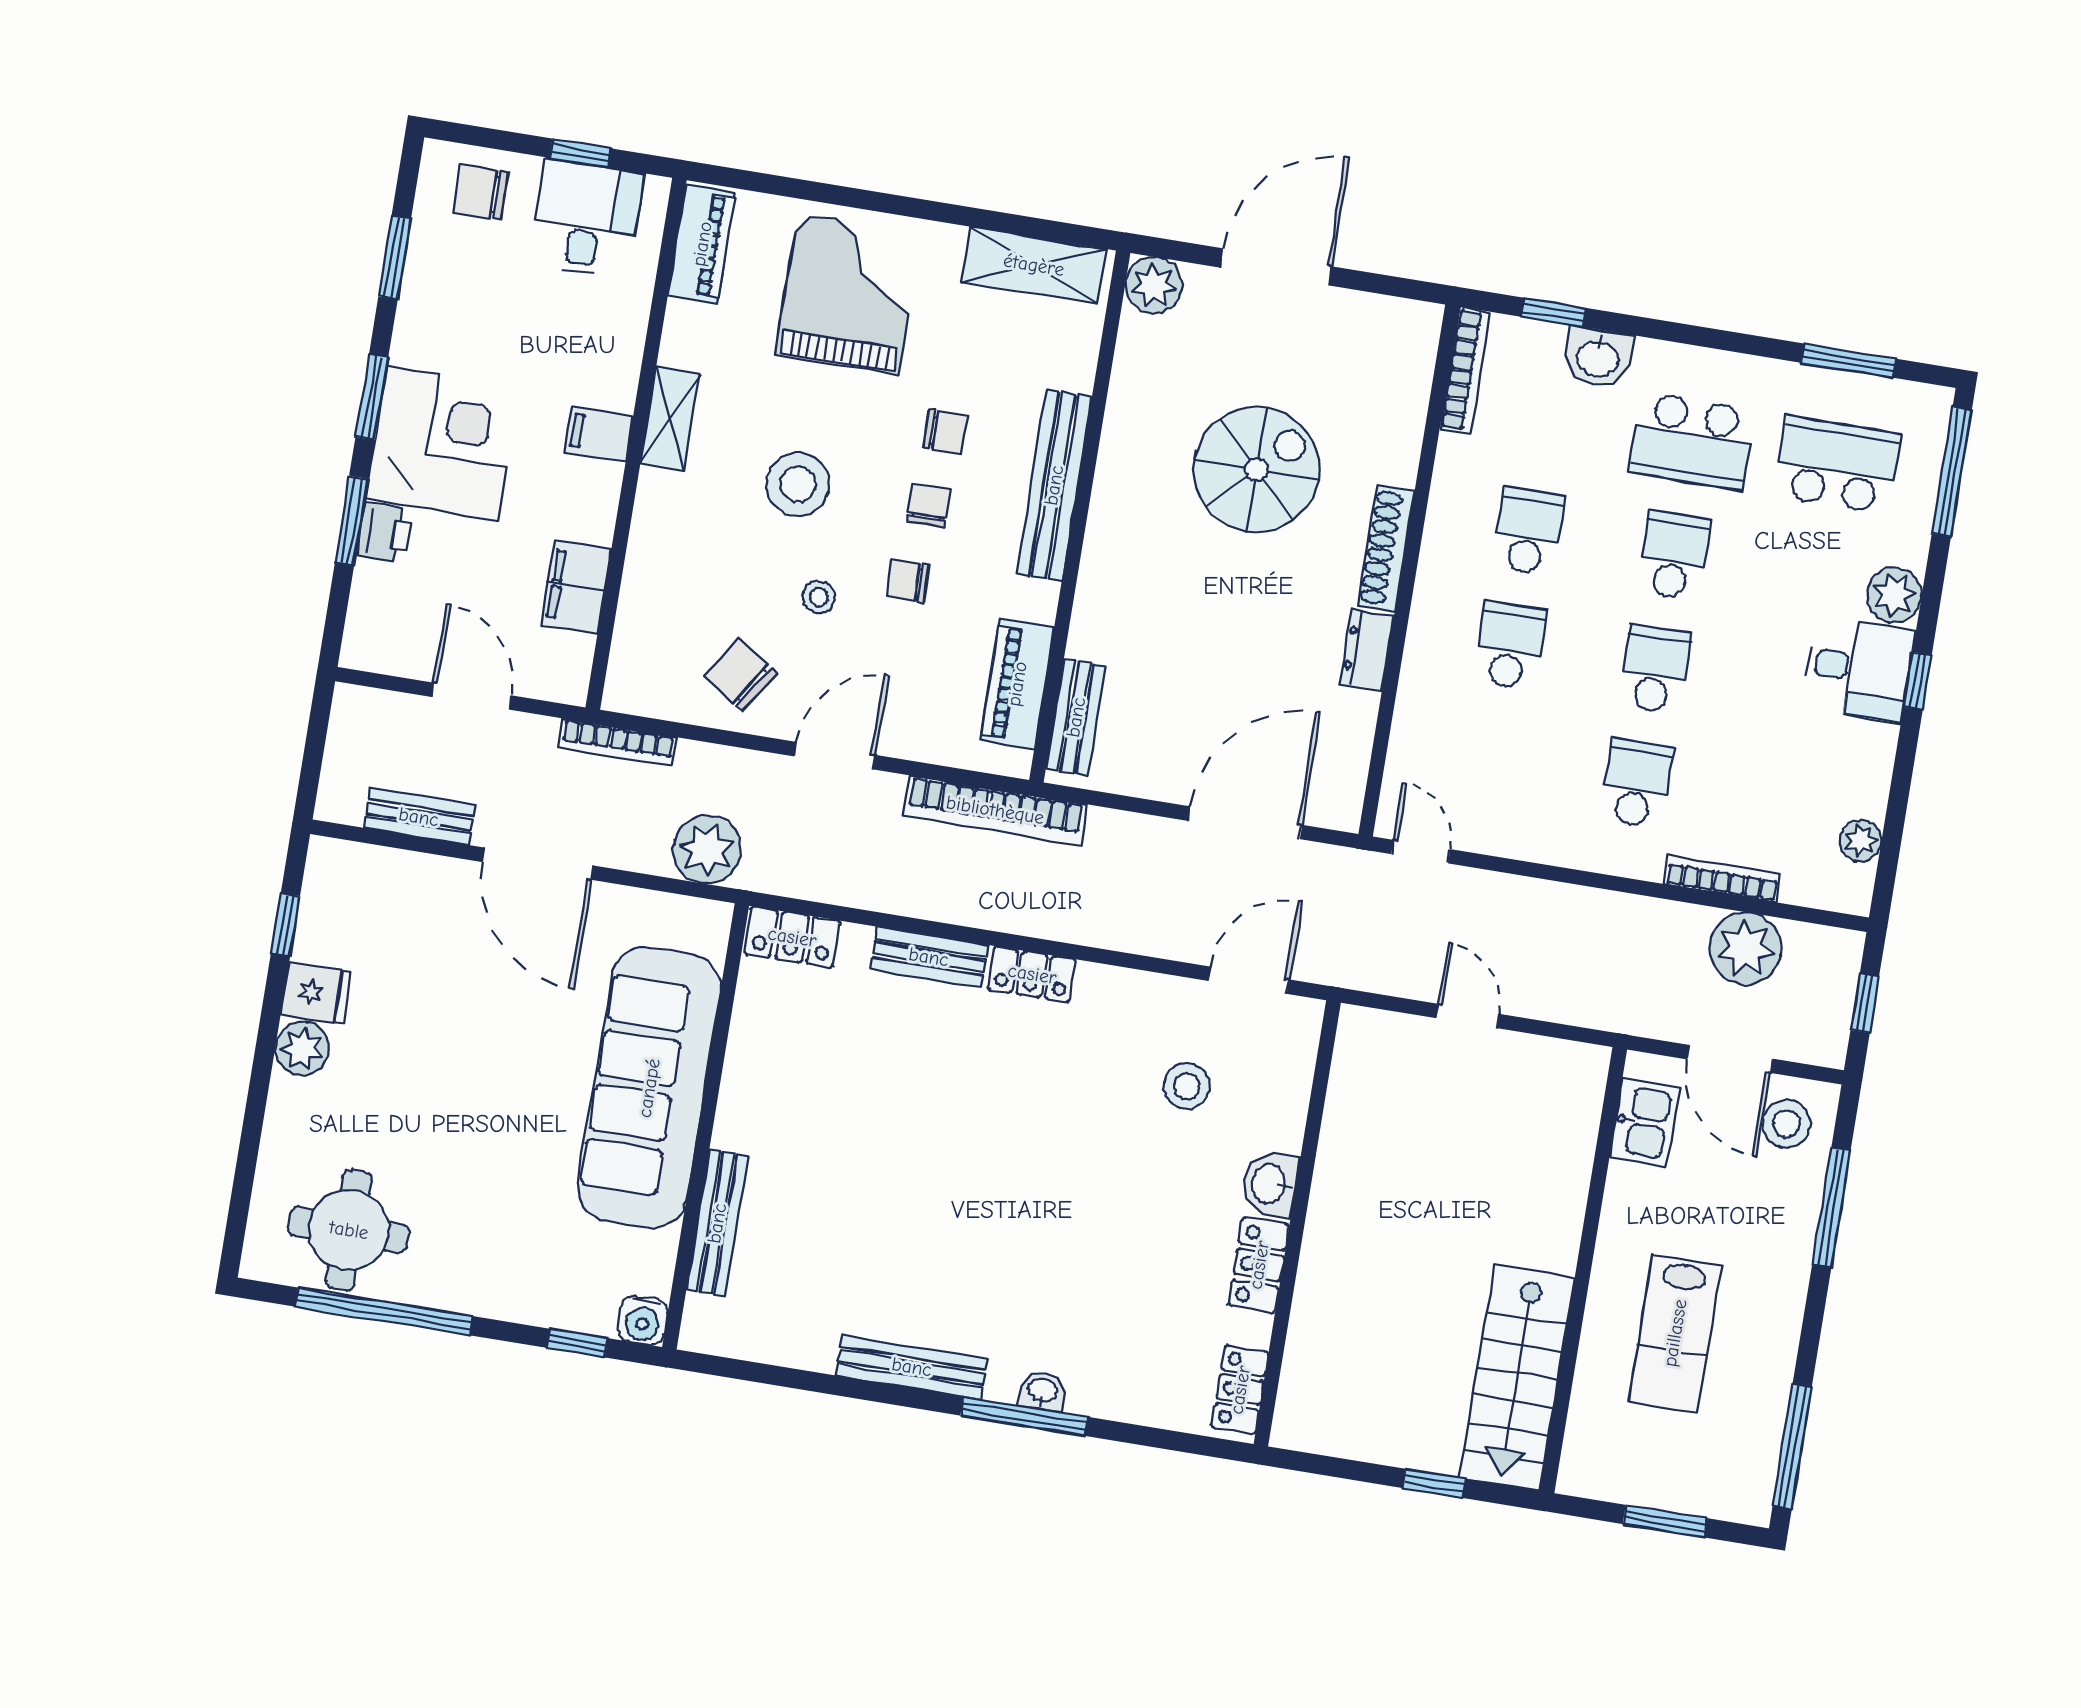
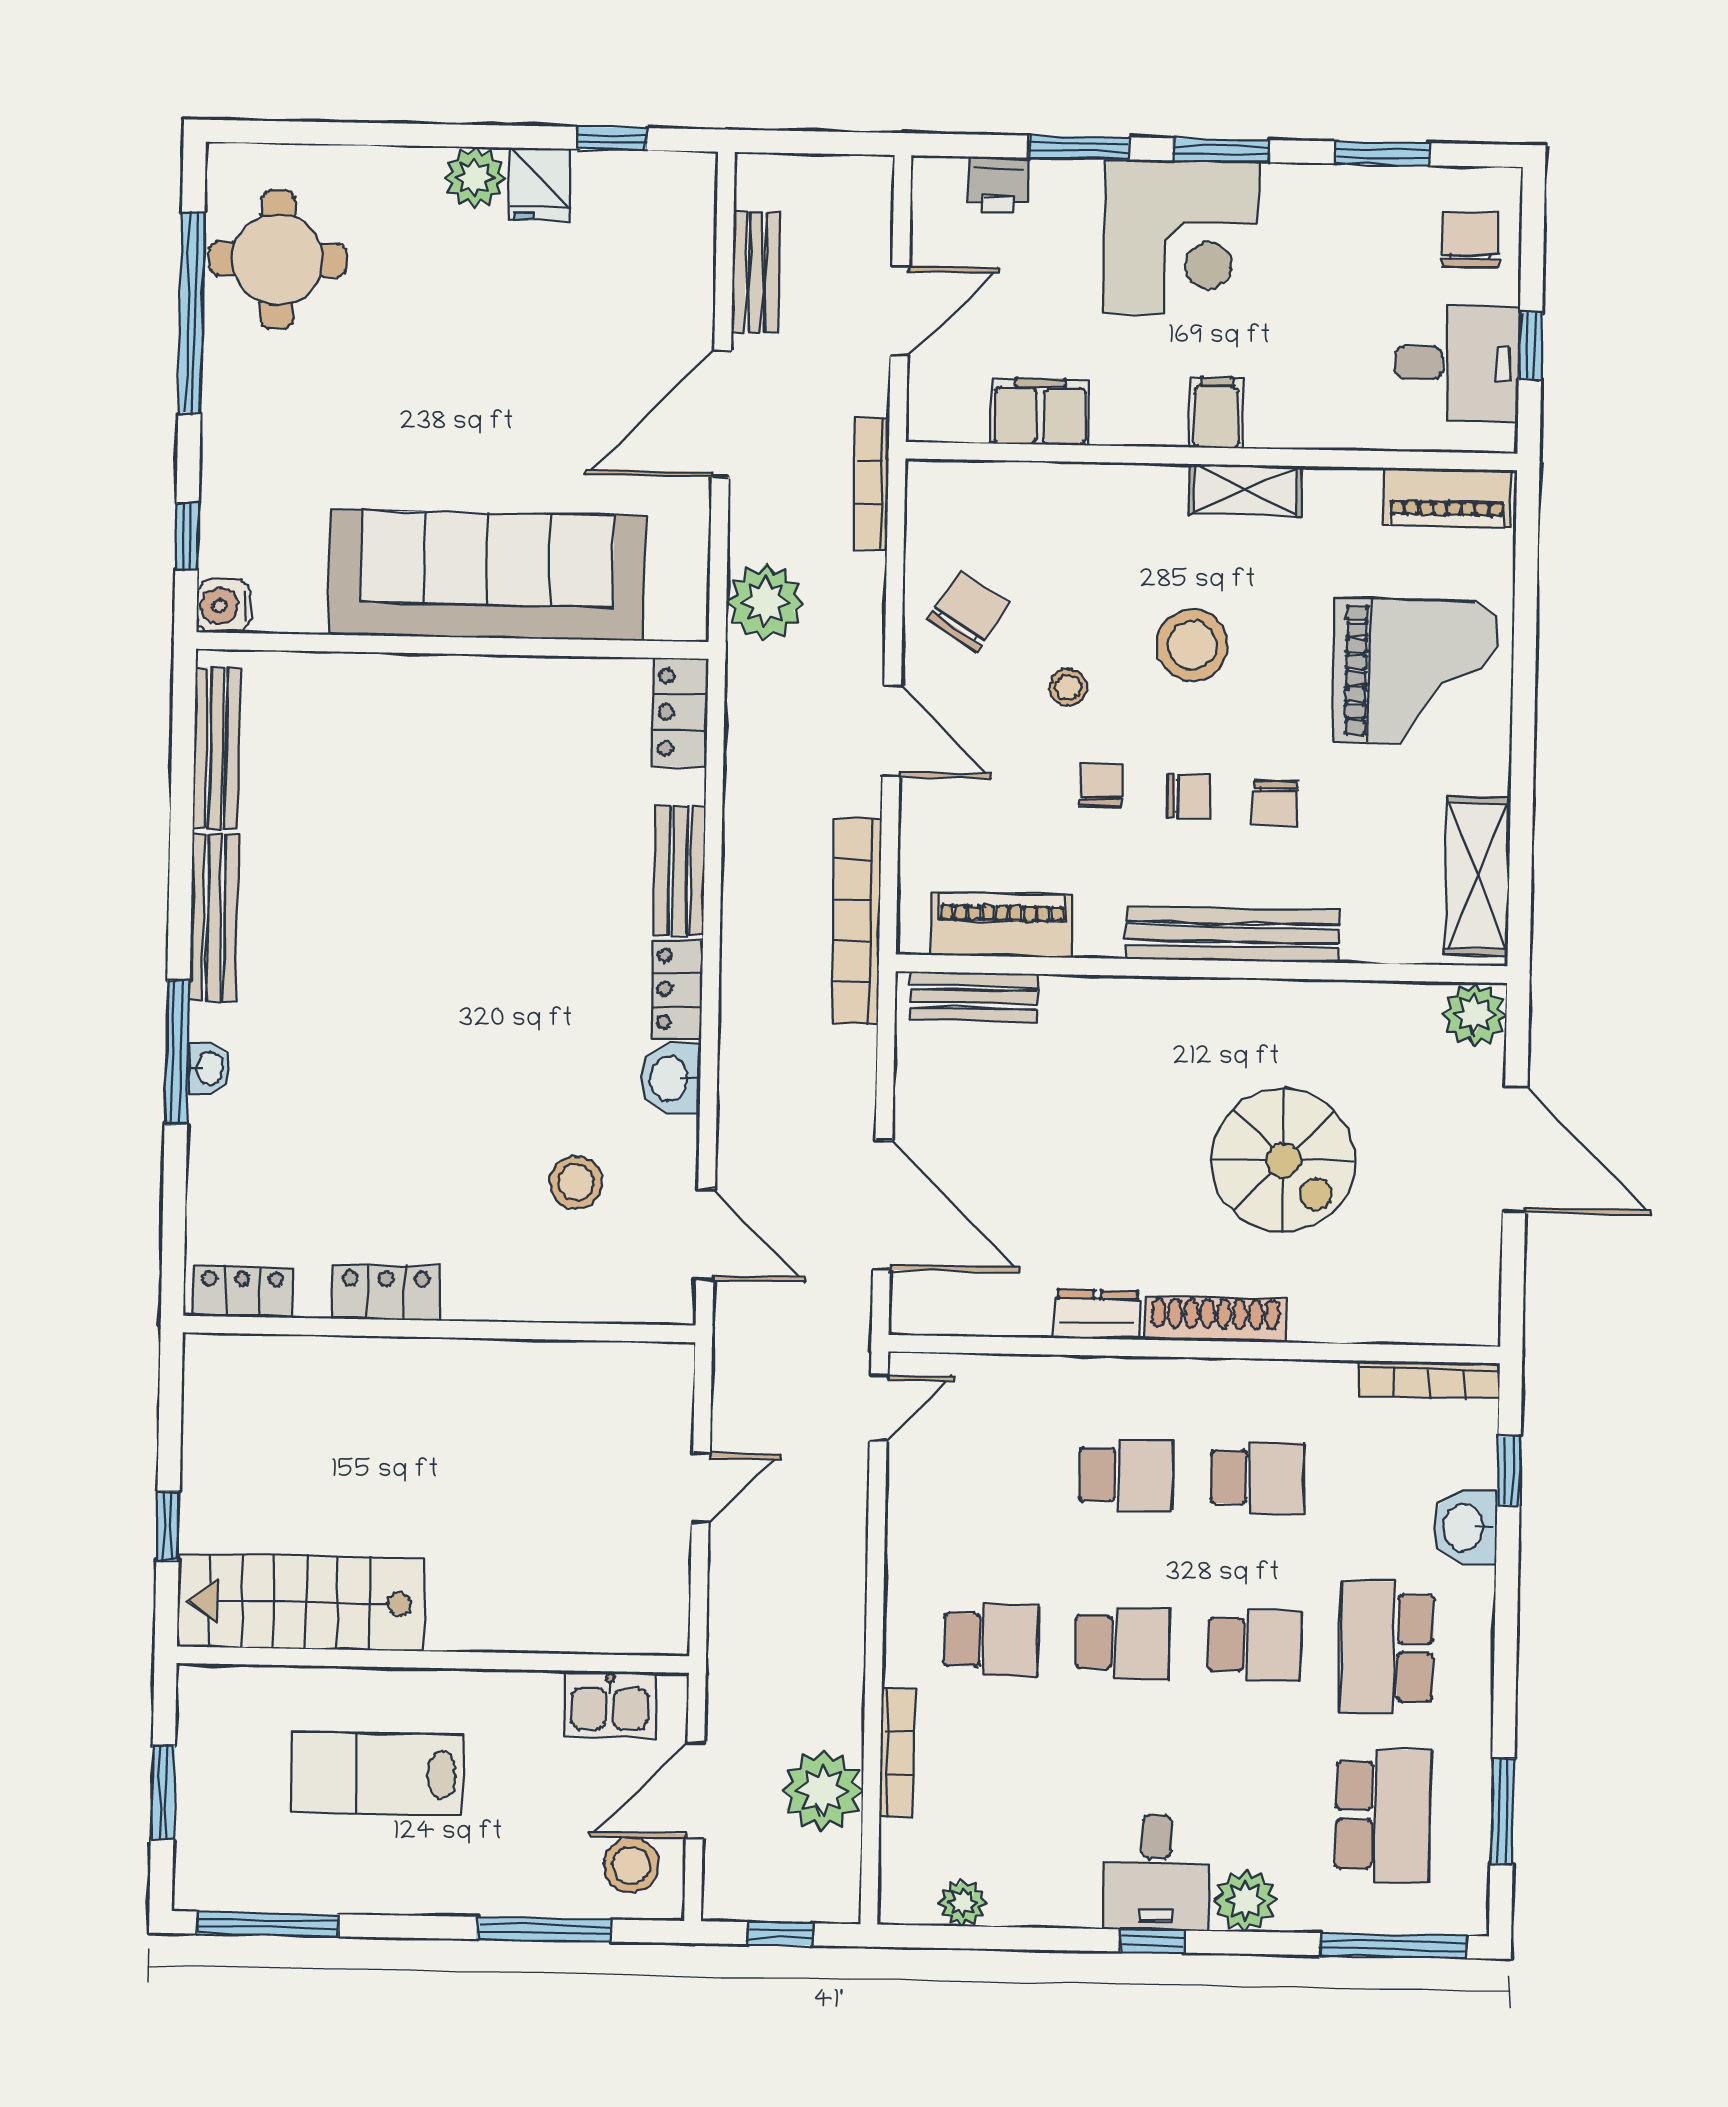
printer: (384, 533) -> (998, 185), moved
washbasin: (1270, 1184) -> (671, 1078), moved, turned -90
bench: (717, 1223) -> (217, 748), moved, turned 90

